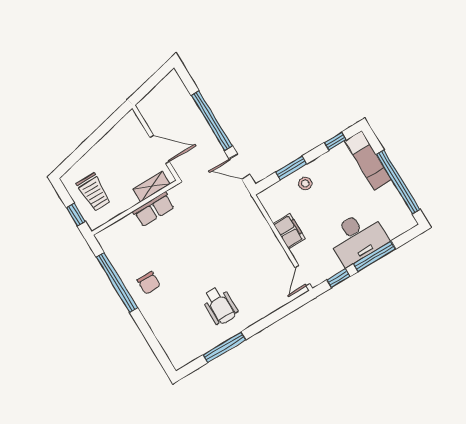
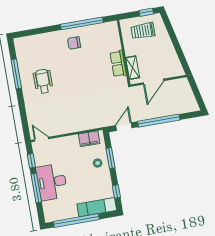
window: (76, 215) -> (146, 12), moved
filing cabinet: (289, 231) -> (89, 139), moved
wheelchair: (220, 306) -> (43, 81), turned 90

